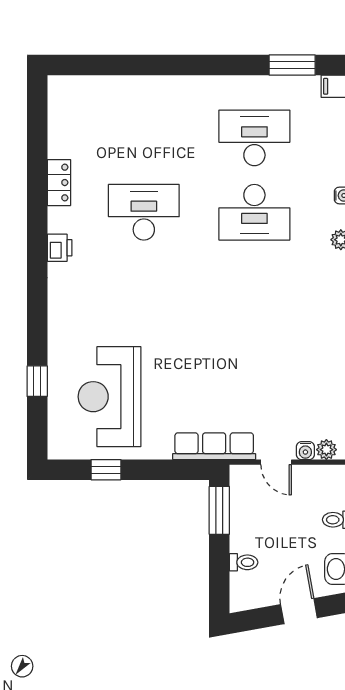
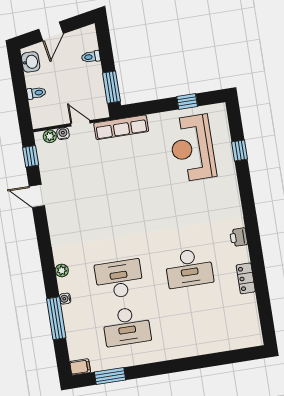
reception desk: (109, 397) -> (192, 148), turned 180

